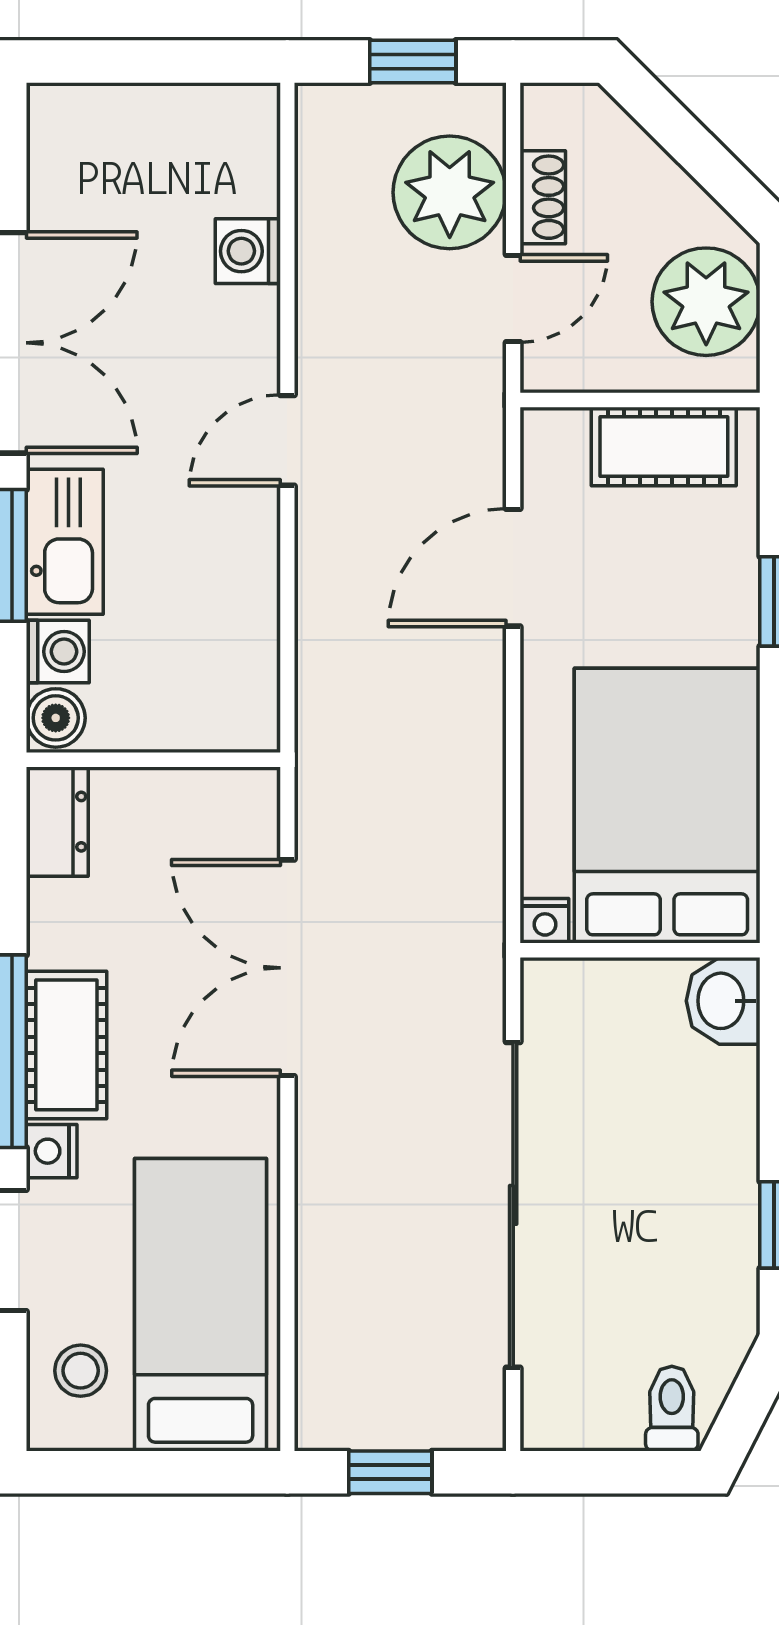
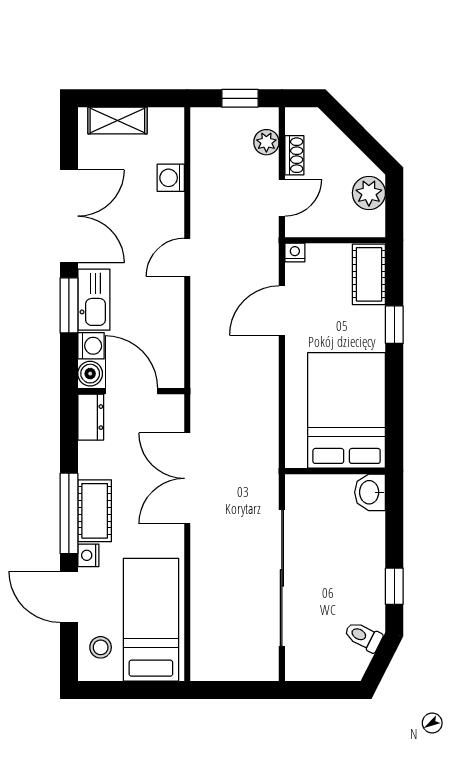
shelving: (121, 114) -> (117, 120), added
plant: (450, 192) -> (266, 142), width x0.53, depth x0.53
plant: (706, 302) -> (369, 193), width x0.73, depth x0.73
cot: (664, 446) -> (369, 274), moved, turned 90
door: (154, 760) -> (131, 391), added
nightstand: (545, 921) -> (295, 253), moved, turned 180
toilet: (672, 1409) -> (363, 636), moved, turned -63
window: (390, 1472) -> (230, 690), removed

